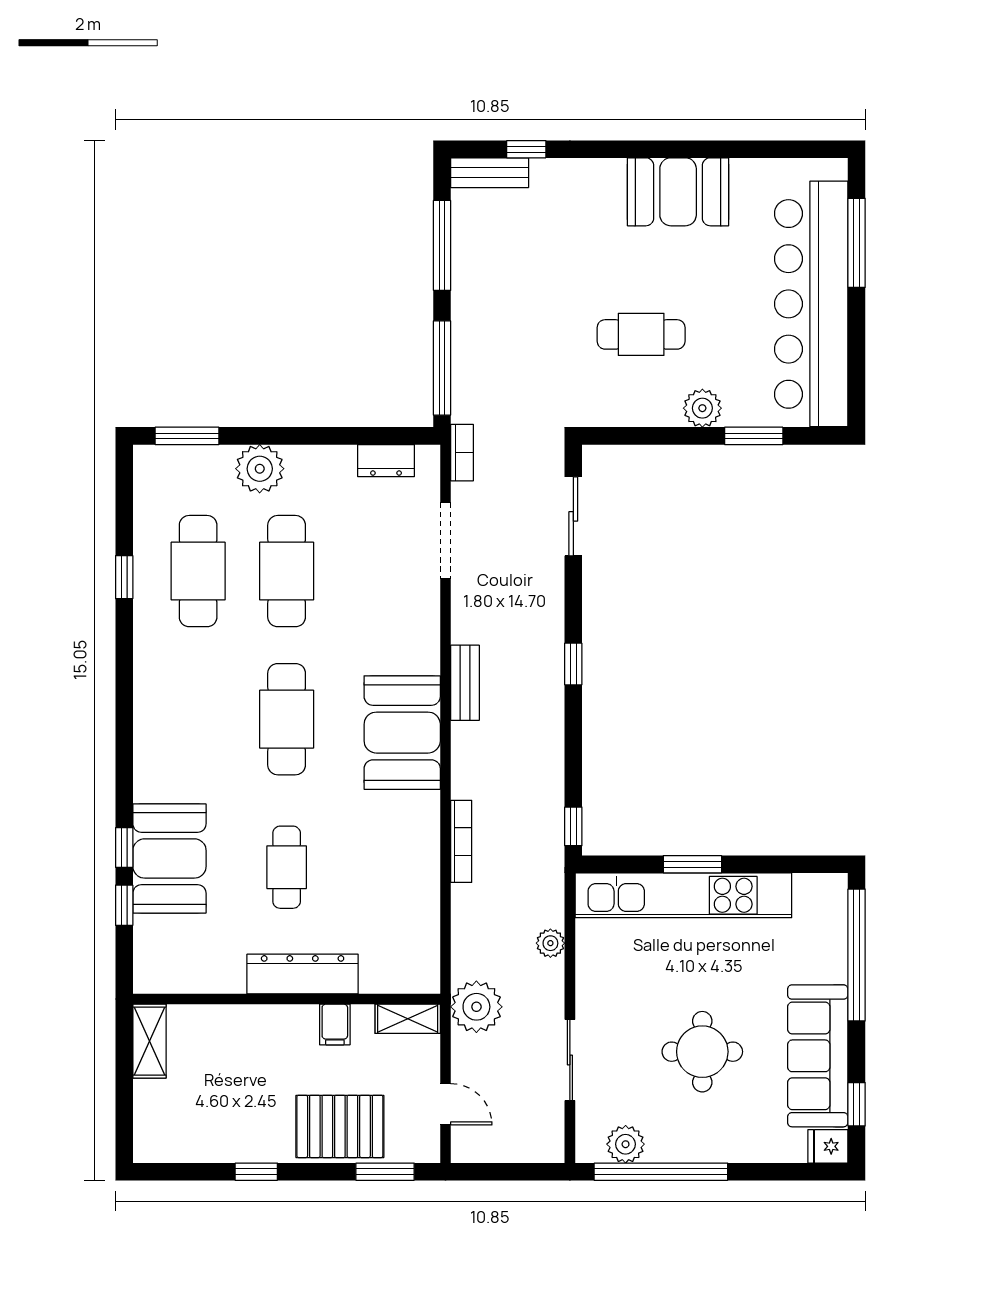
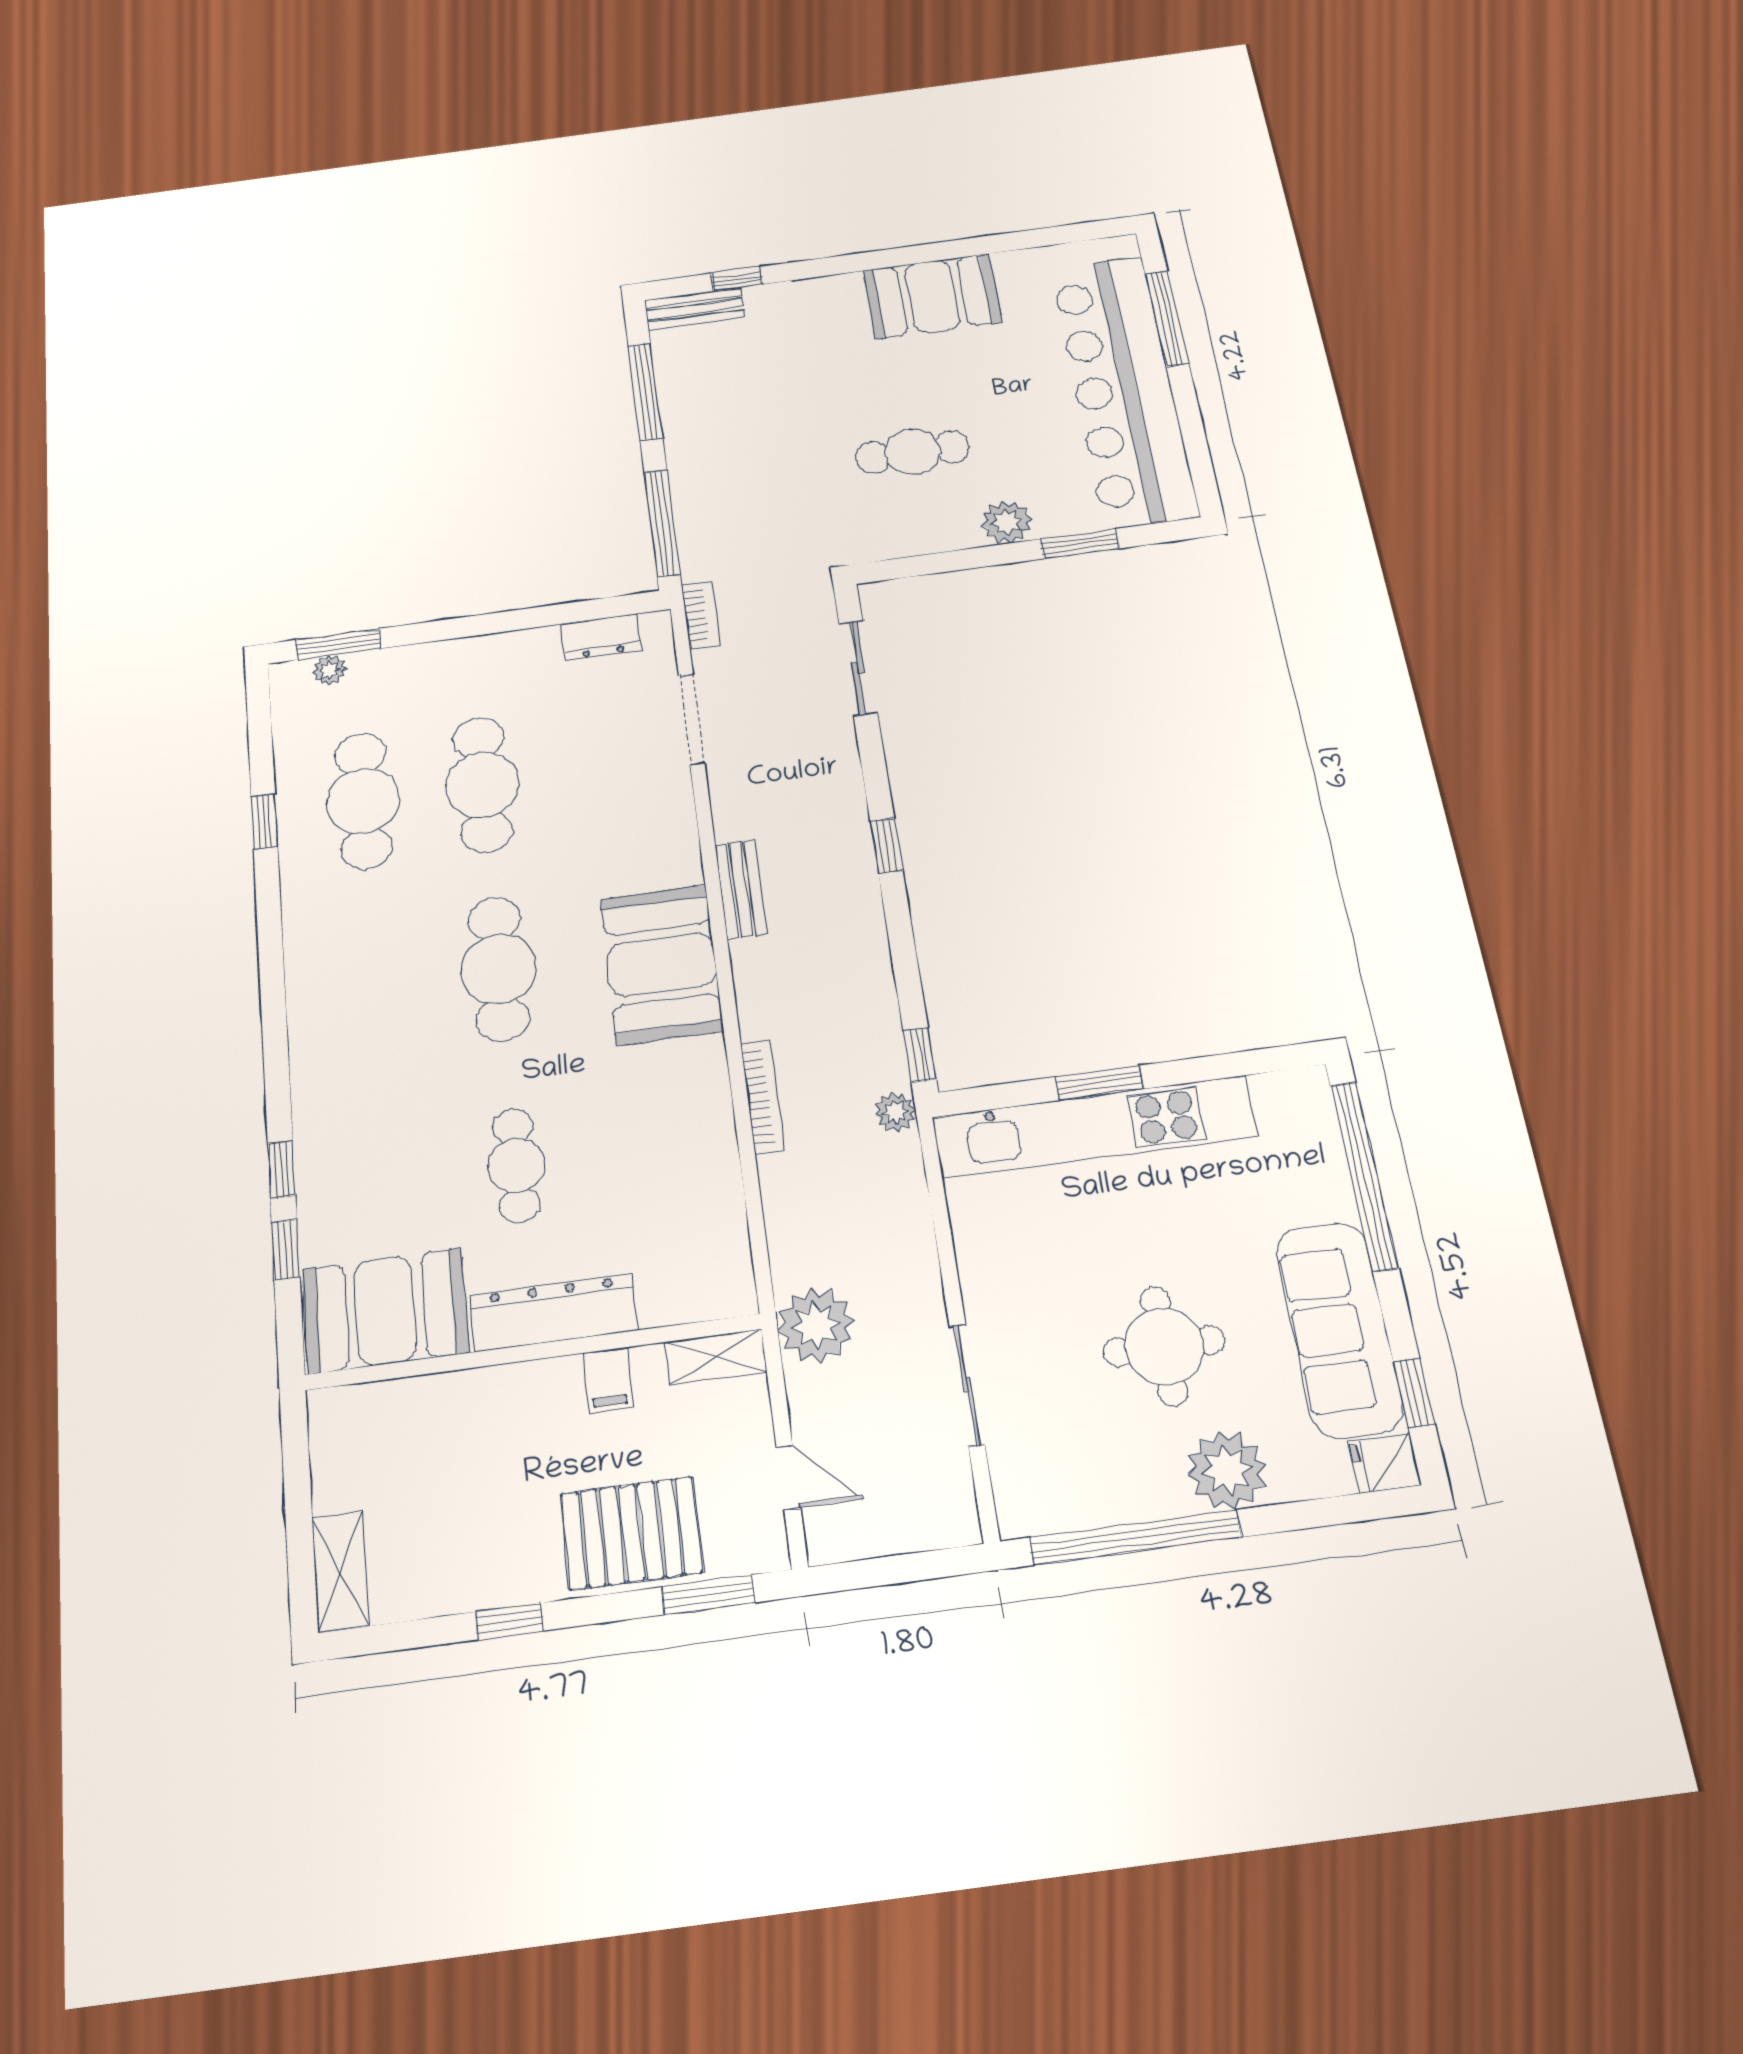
plant: (260, 469) -> (329, 670), moved, width x0.53, depth x0.53
booth: (169, 858) -> (385, 1311), moved, turned 90
plant: (550, 943) -> (895, 1112), moved
shelving: (149, 1041) -> (340, 1572), moved
plant: (626, 1144) -> (1227, 1470), moved, width x1.36, depth x1.36

